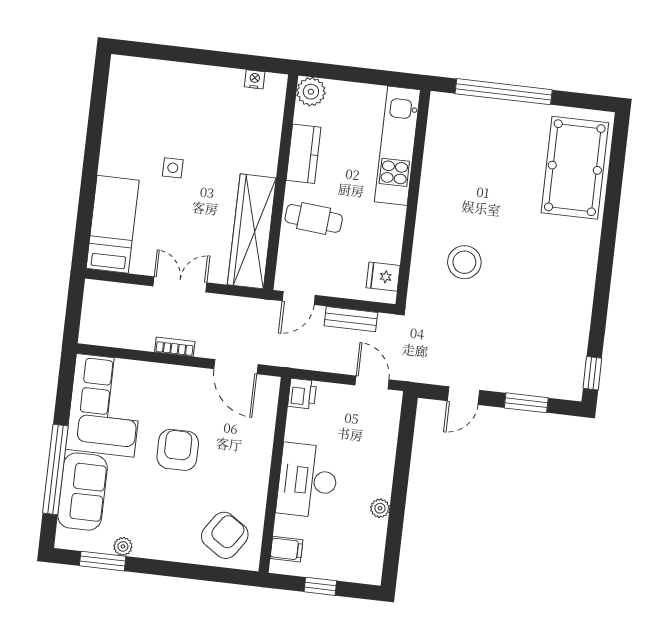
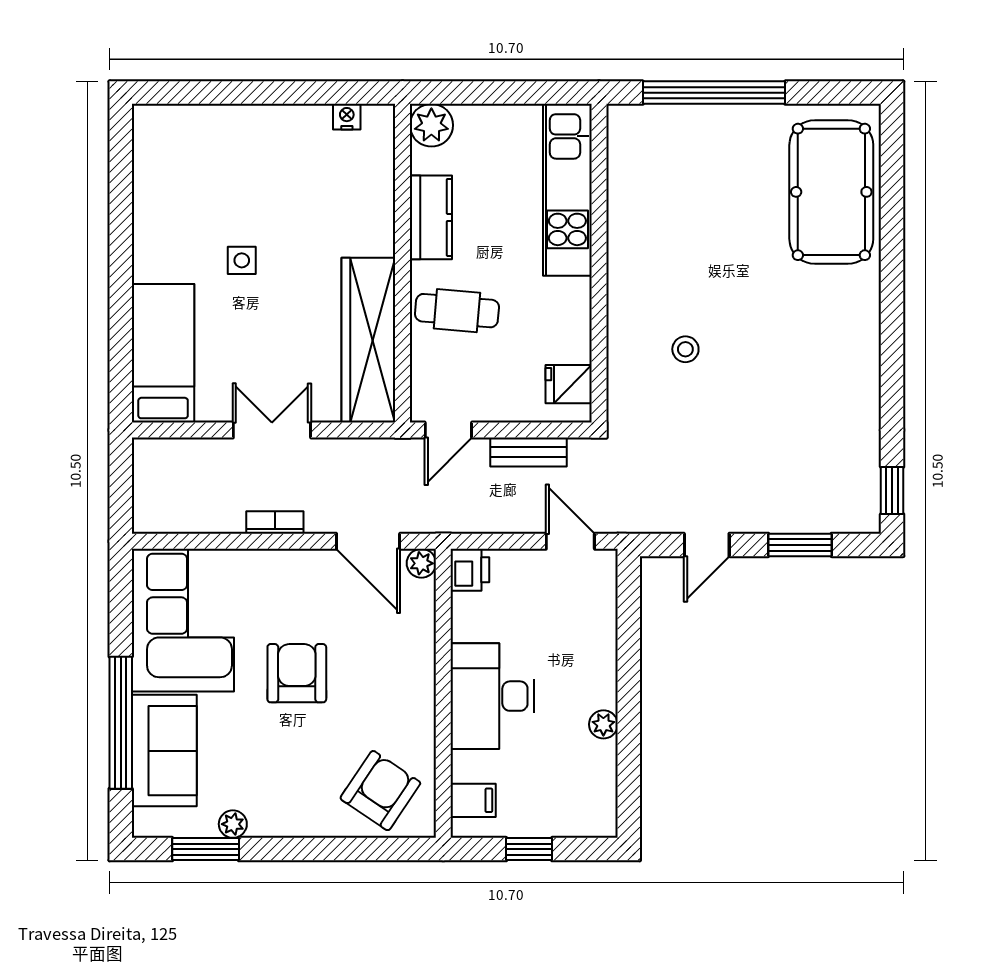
stool: (464, 262) -> (685, 349), width x0.53, depth x0.53
plant: (270, 386) -> (421, 563), added

